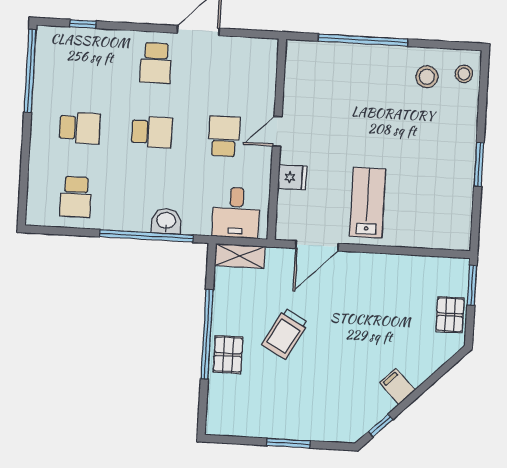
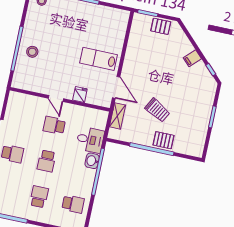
stool: (427, 77) -> (32, 52), moved
school desk: (152, 132) -> (47, 161), turned 180
desk: (236, 213) -> (90, 140), moved
shelving: (240, 256) -> (118, 116), moved

